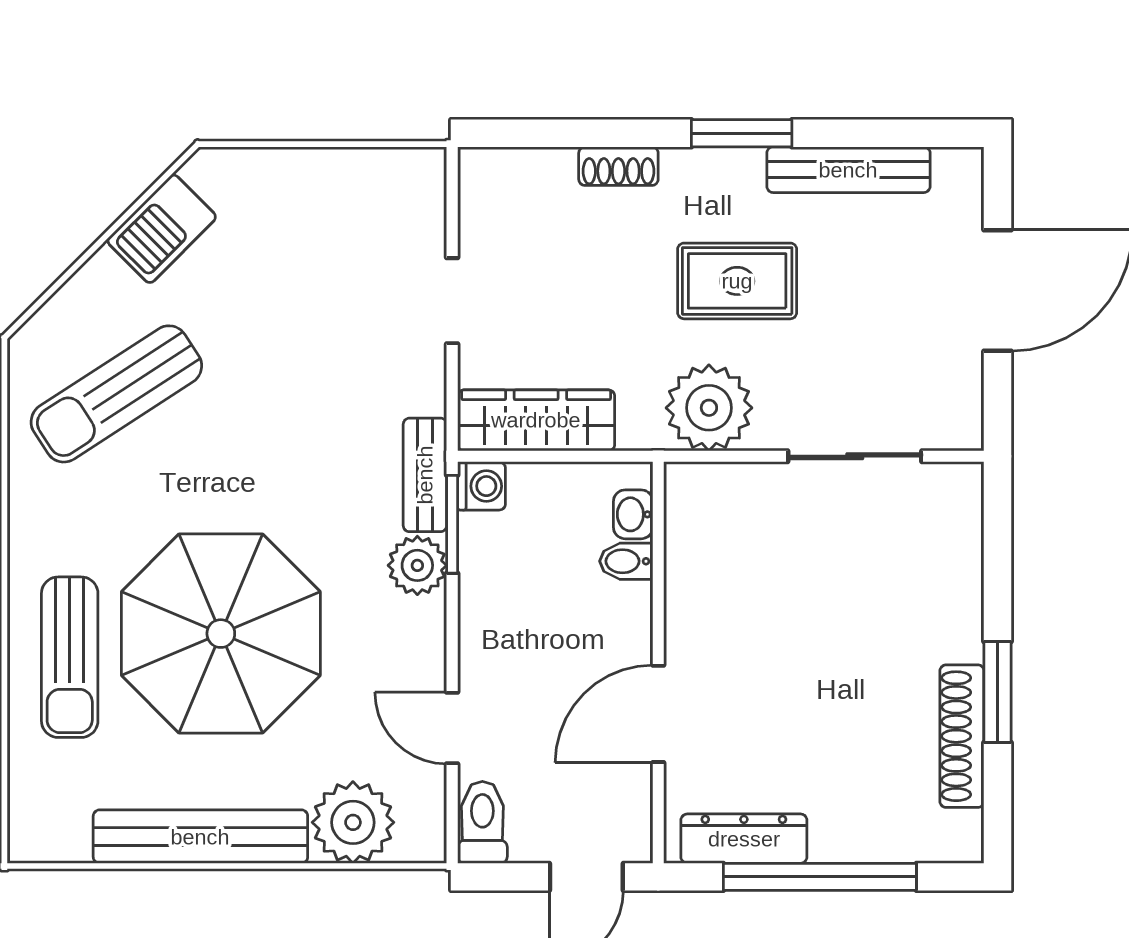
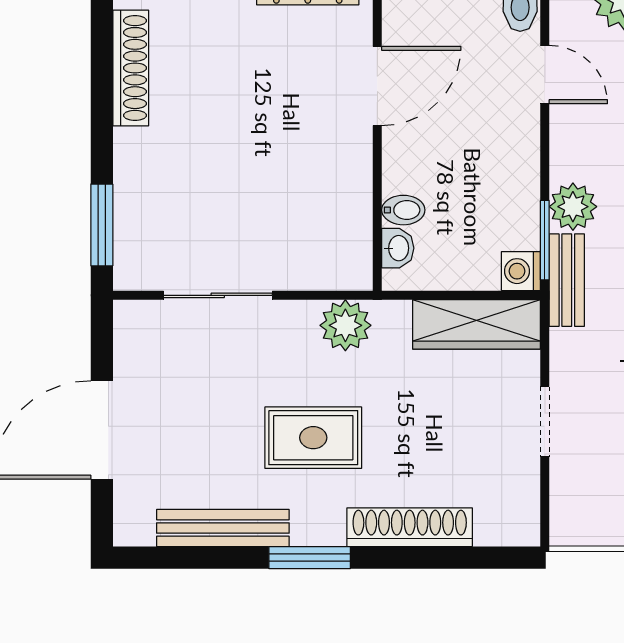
shoe rack: (618, 166) -> (410, 527), width x1.94, depth x1.24
plant: (709, 408) -> (345, 325), width x0.73, depth x0.73
window: (998, 692) -> (102, 225), moved

